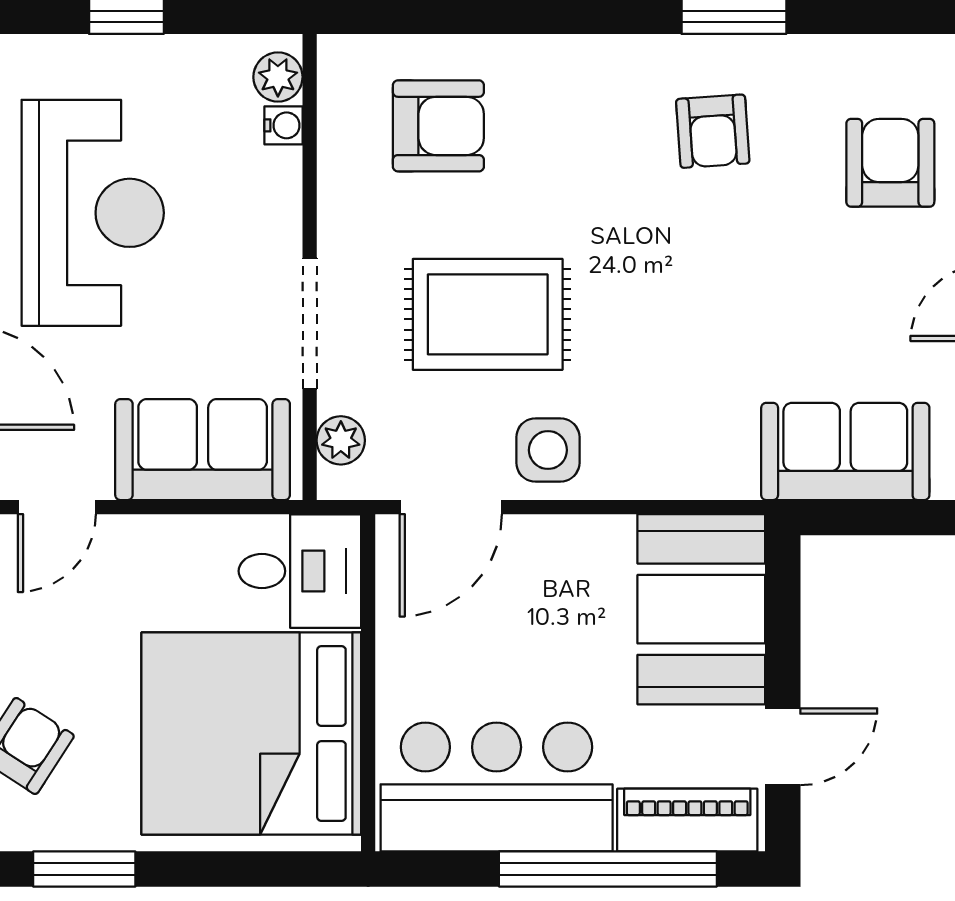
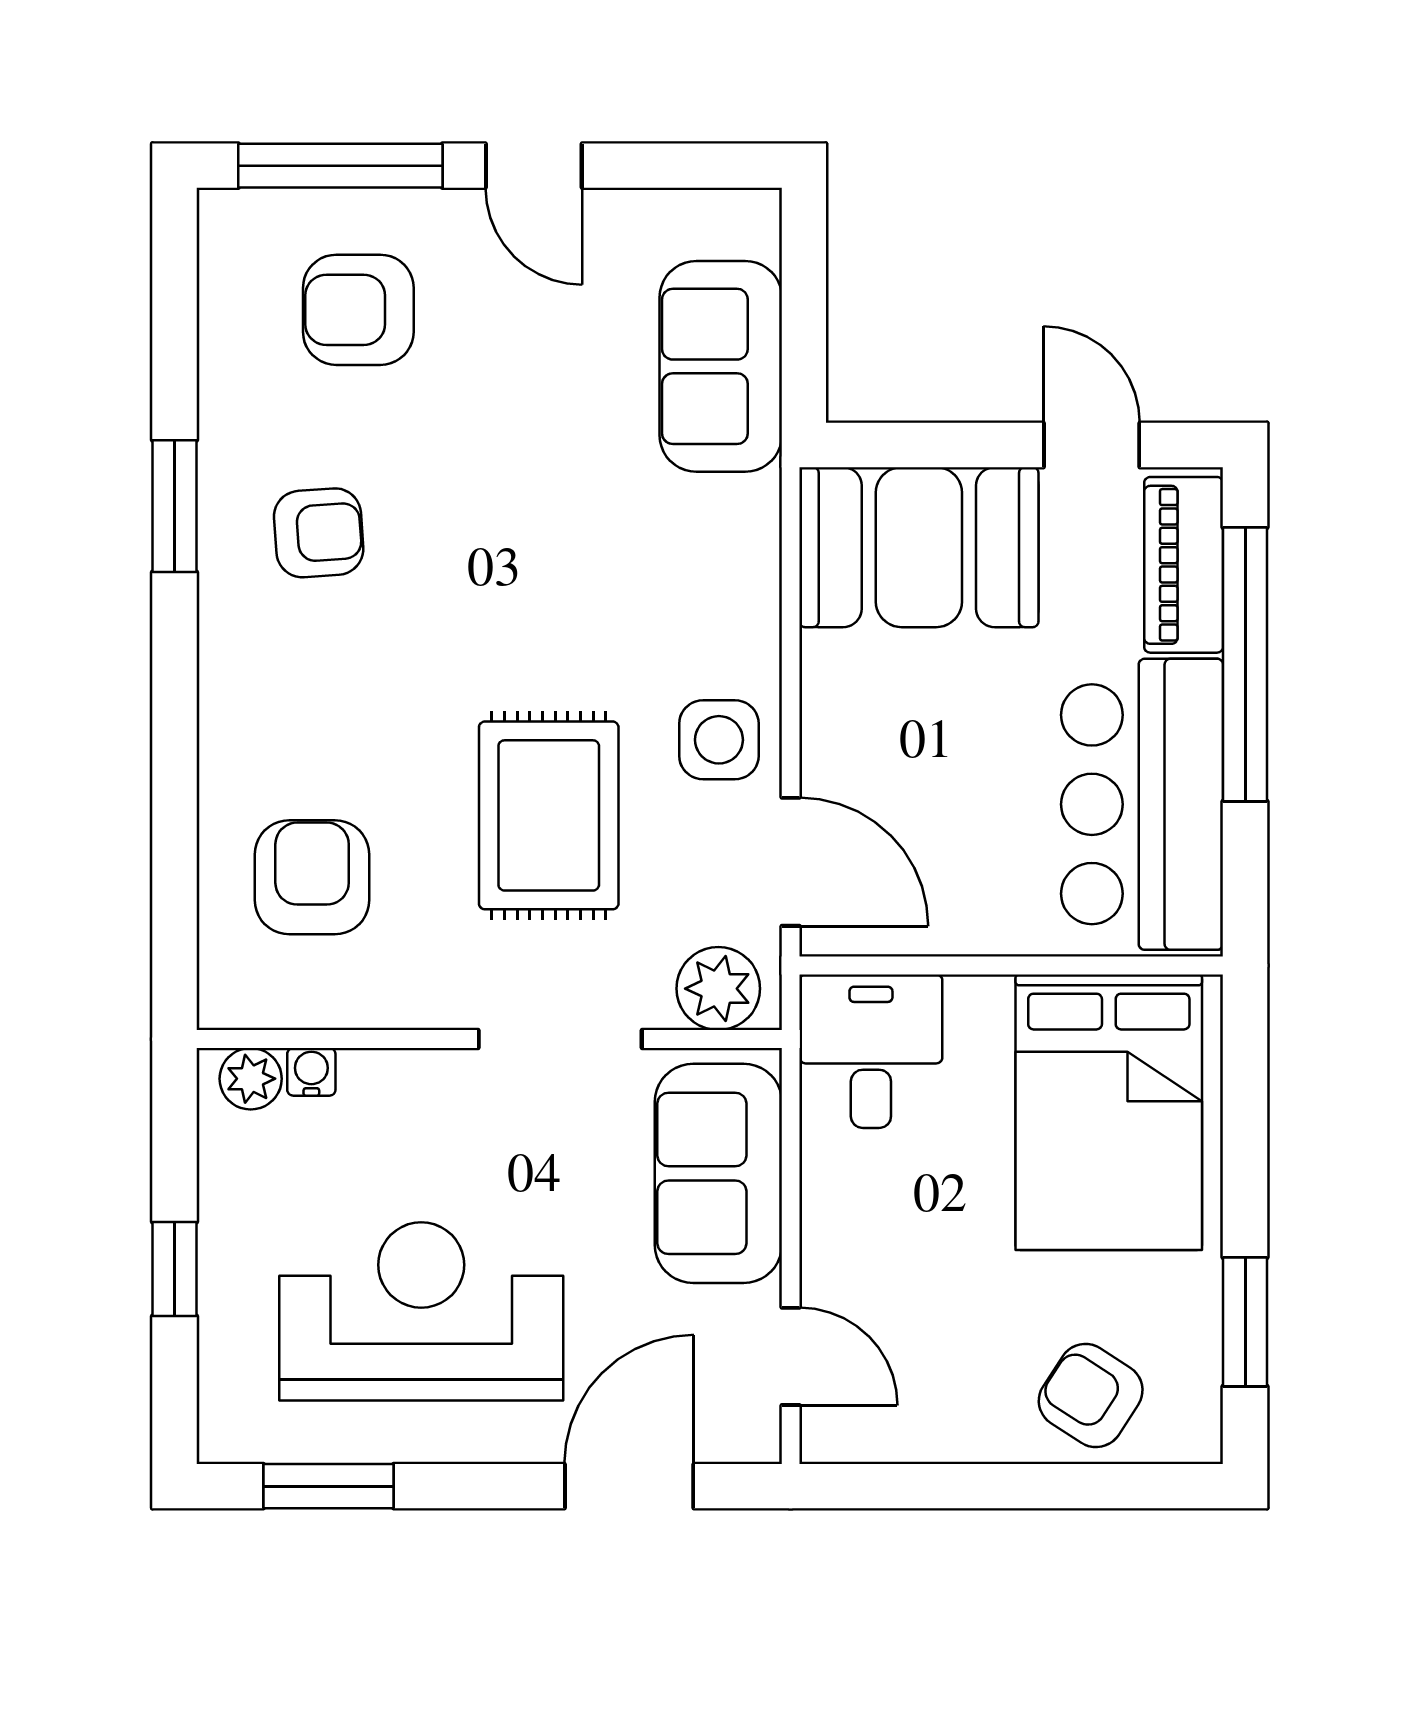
plant: (341, 440) -> (718, 989), width x1.38, depth x1.38
bed: (251, 734) -> (1109, 1112), width x0.73

